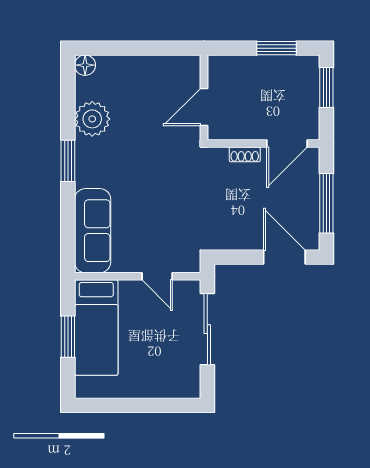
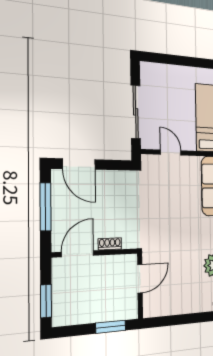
window: (276, 48) -> (111, 327), moved

